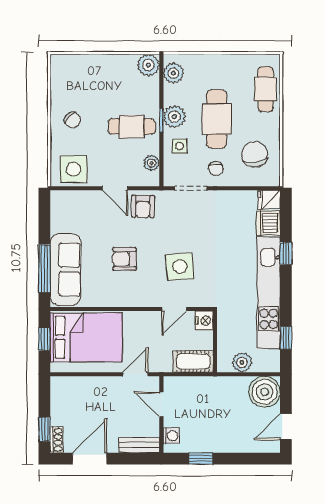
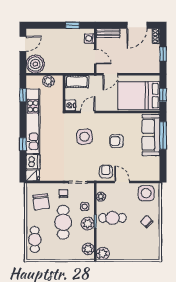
armchair: (124, 259) -> (117, 141), turned 180
window: (44, 429) -> (163, 54), moved

